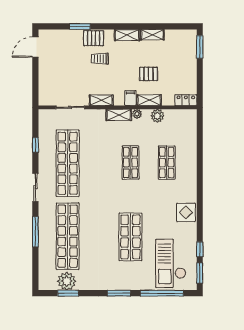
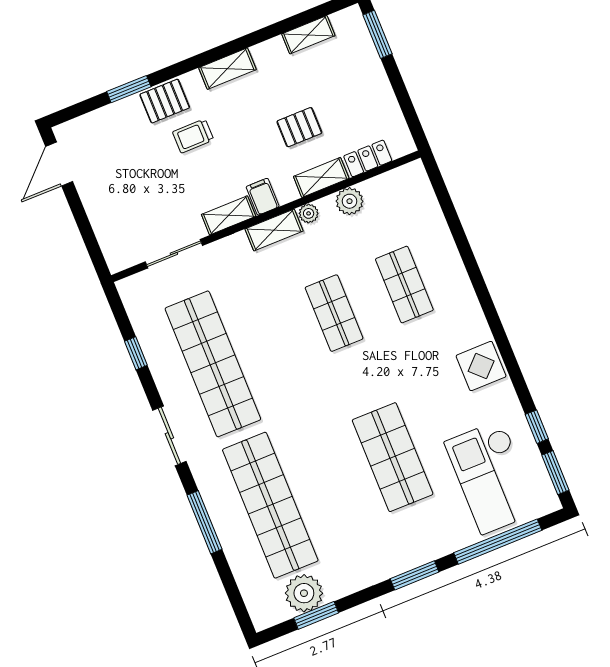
shelving: (152, 35) -> (308, 35), moved
filing cabinet: (130, 98) -> (263, 197), moved
locker: (186, 100) -> (368, 158), moved

